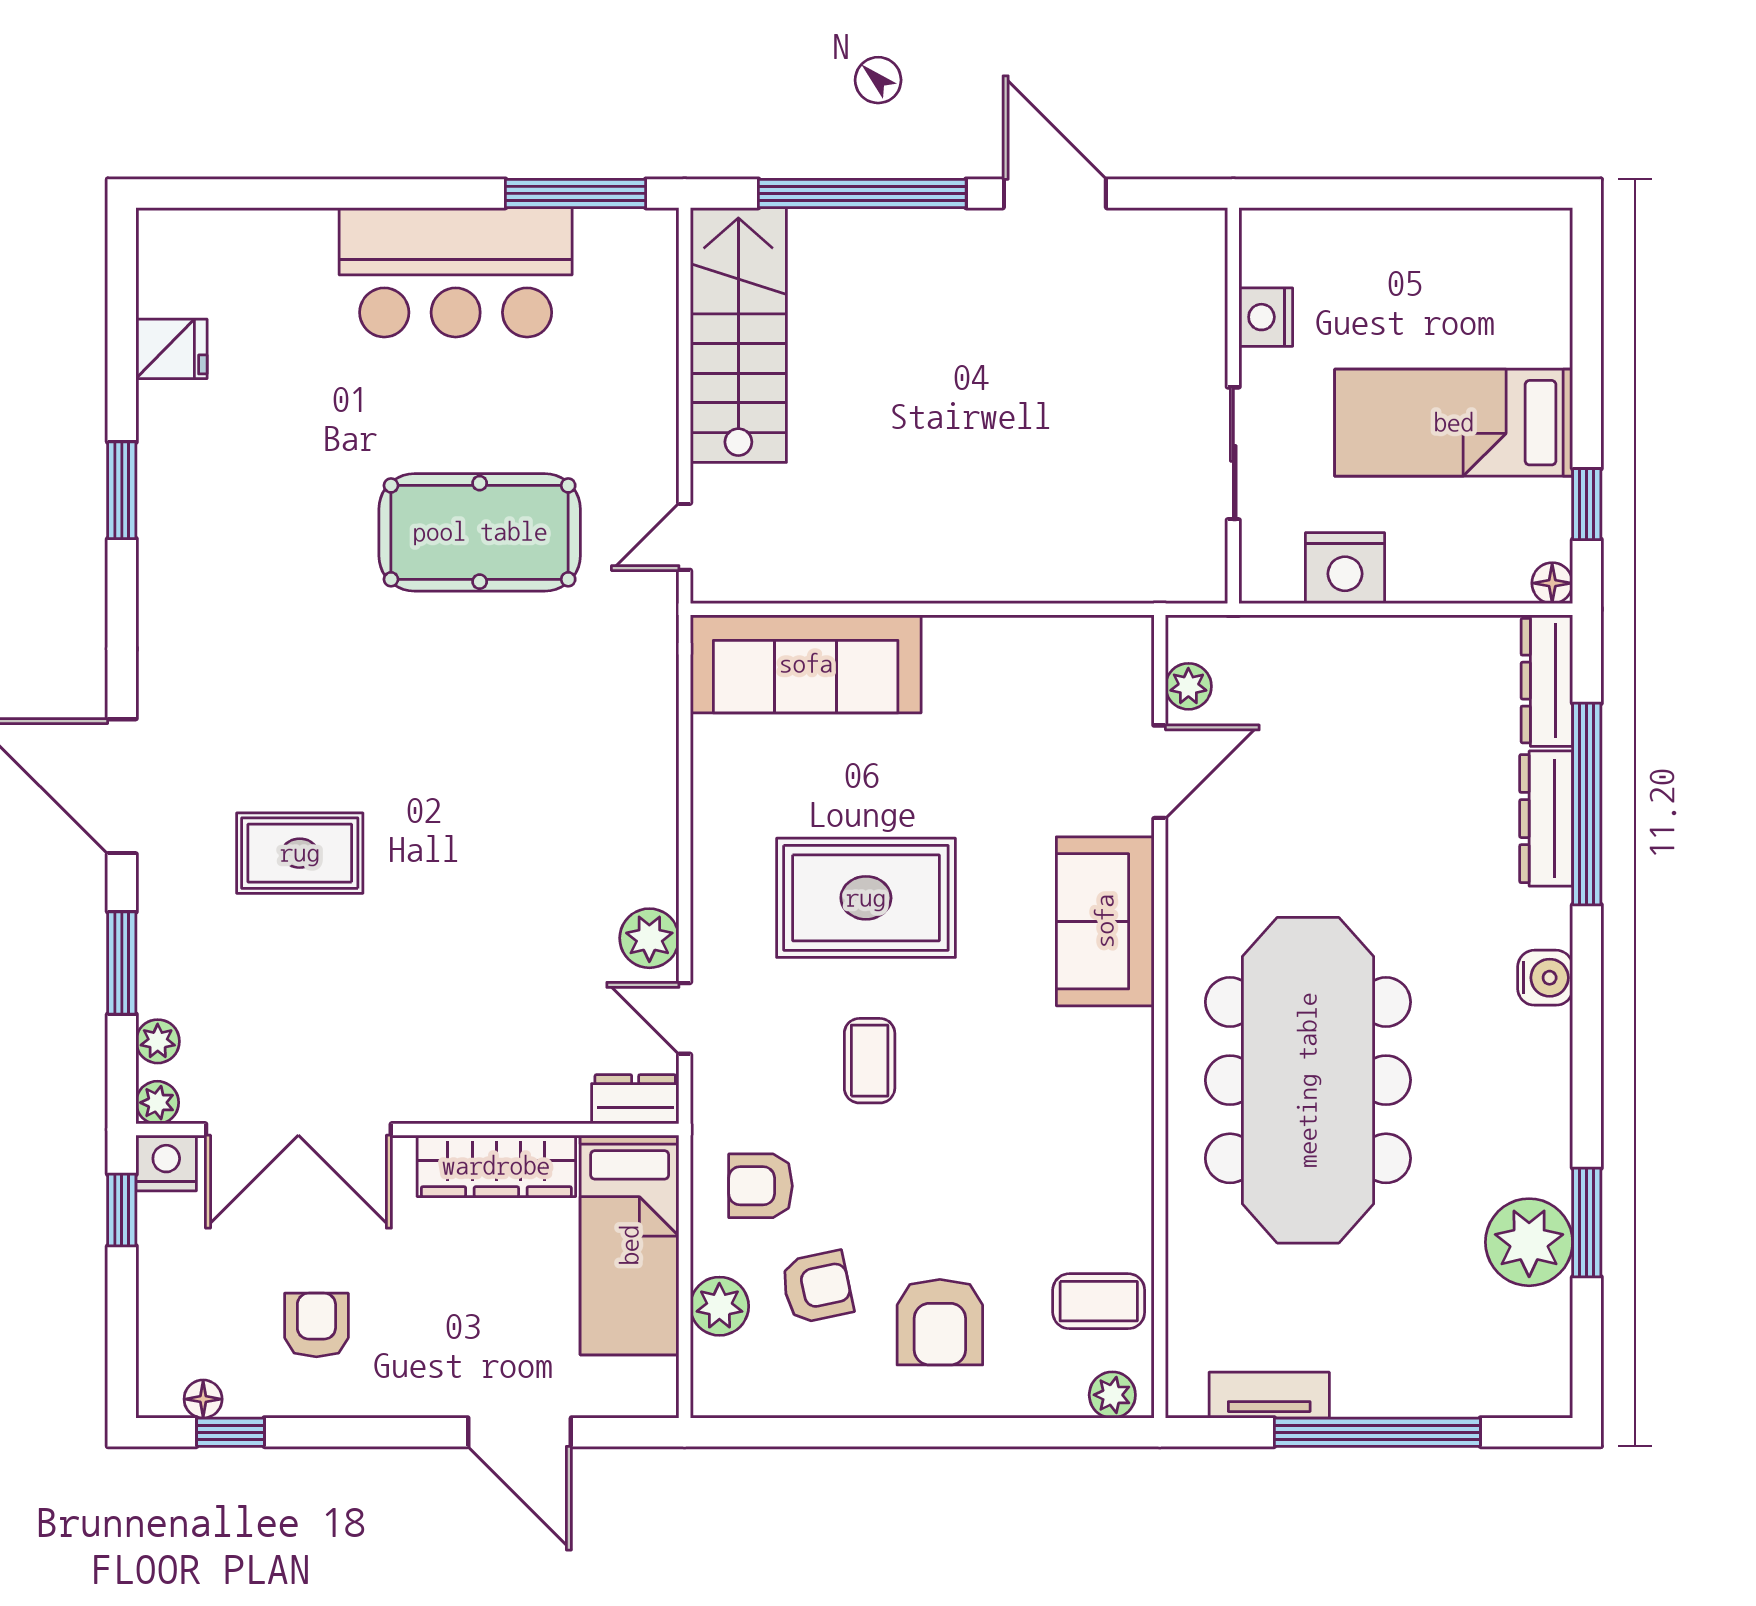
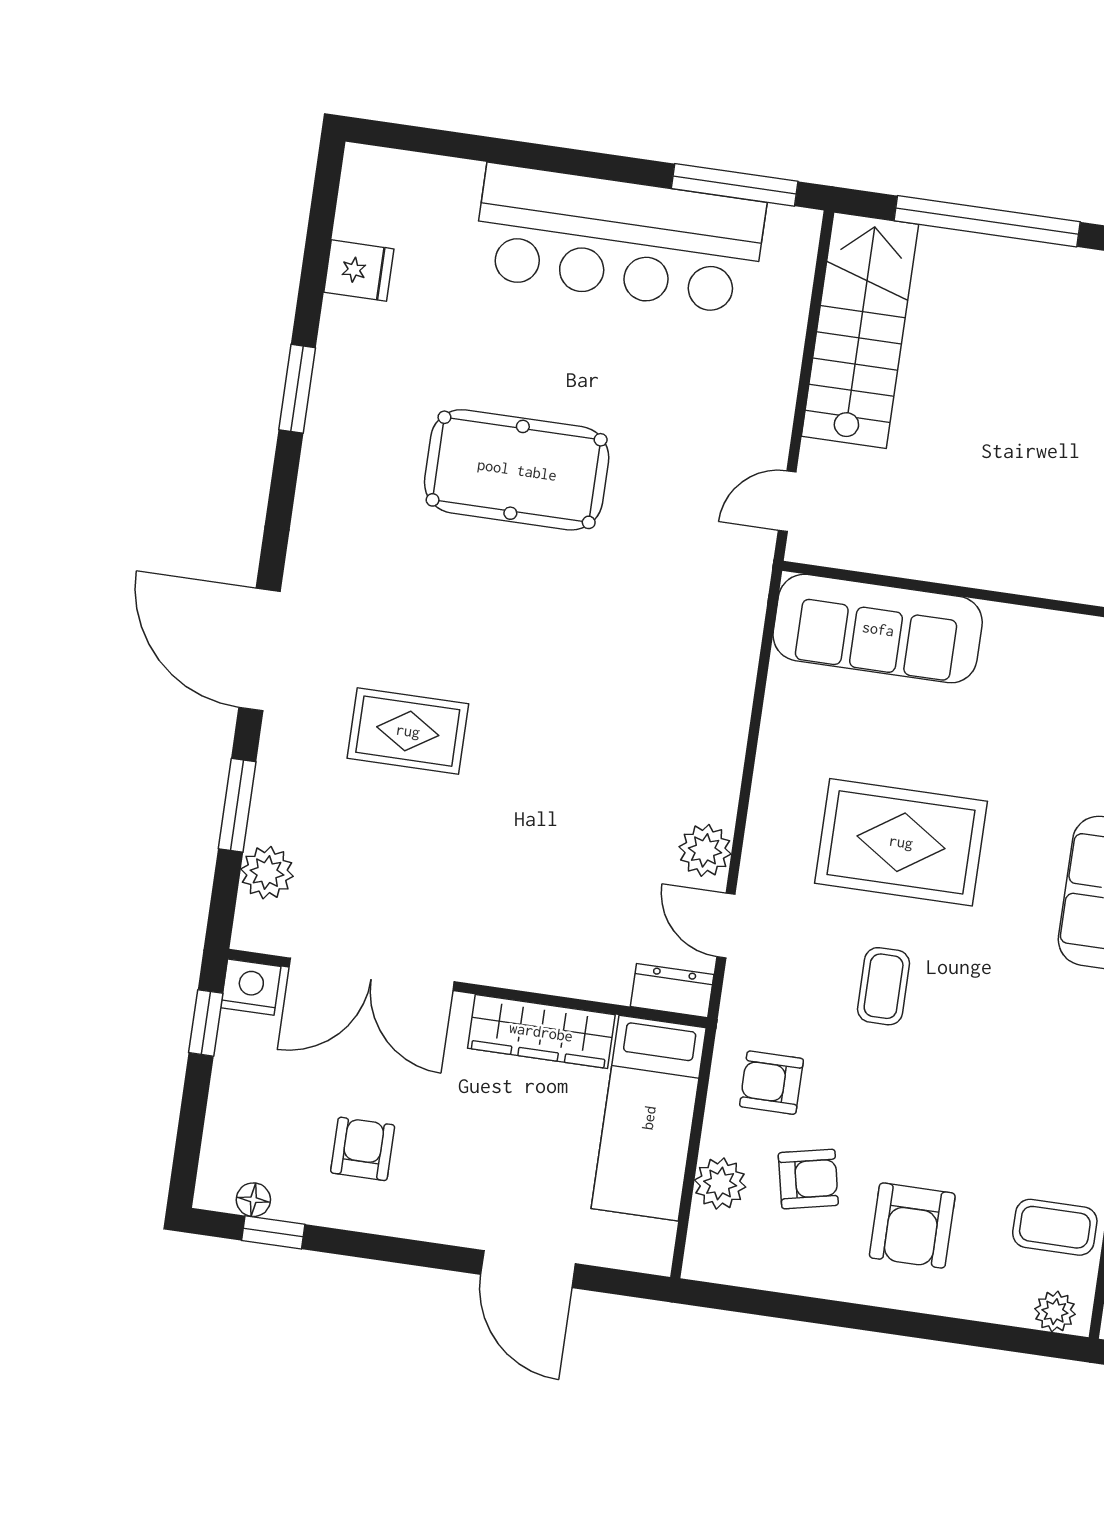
bar counter: (456, 272) -> (619, 239), width x1.36
pool table: (480, 532) -> (517, 470), moved
plant: (158, 1041) -> (267, 873), width x1.38, depth x1.38
plant: (157, 1103) -> (251, 933), removed

